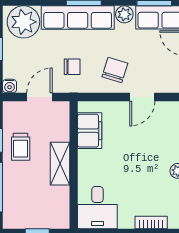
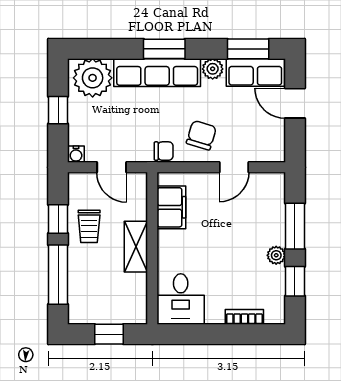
chair: (72, 67) -> (164, 151), moved
door: (39, 97) -> (112, 167), swing flipped

